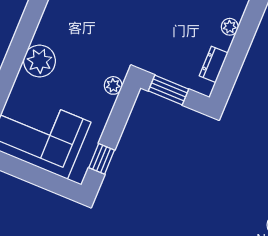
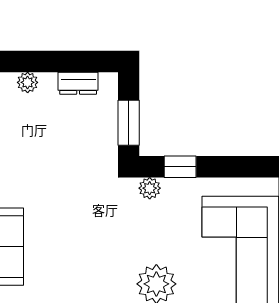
window: (102, 159) -> (180, 167), moved

